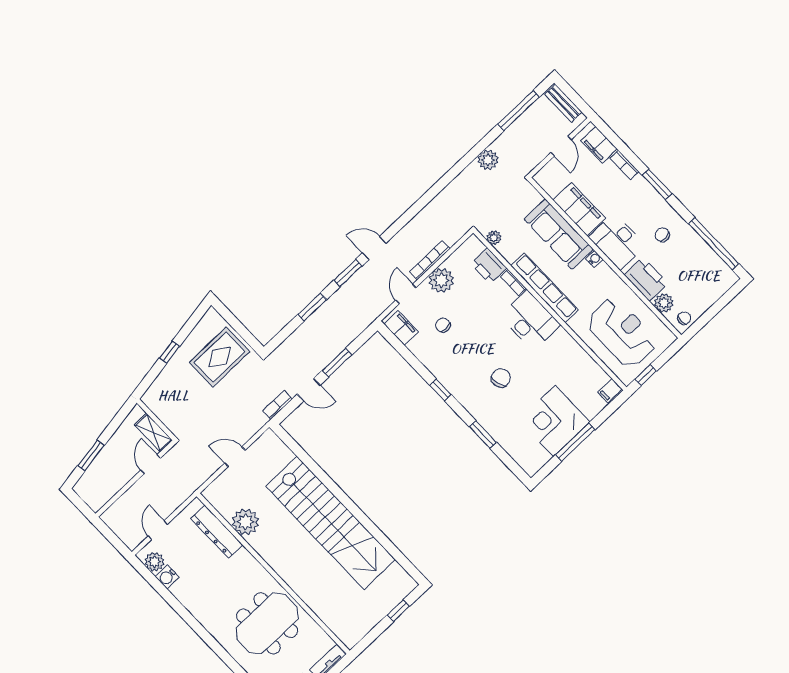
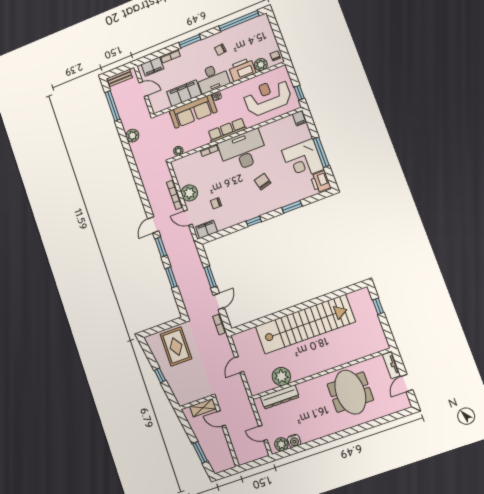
printer: (489, 266) -> (321, 182), moved, turned 90
row of seats: (545, 288) -> (227, 130), width x0.73
desk: (530, 320) -> (243, 151), width x1.36, depth x1.30

